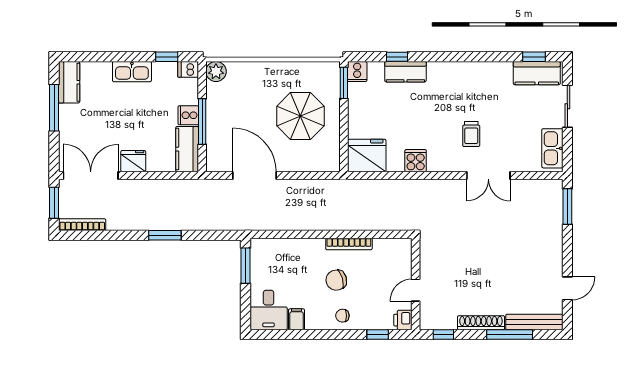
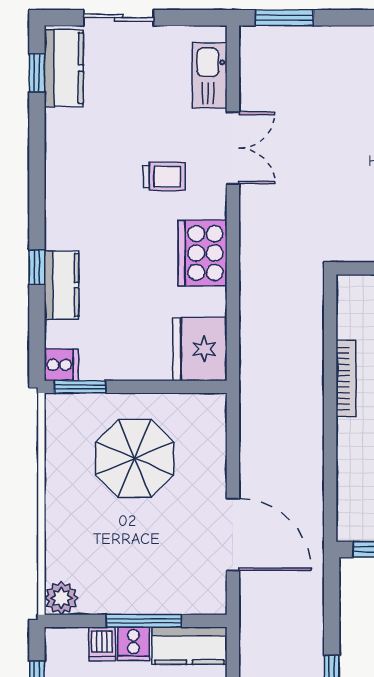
window: (397, 57) -> (37, 267), moved
dishwasher: (188, 69) -> (102, 644), moved
kitchen sink: (552, 148) -> (210, 75), moved, turned 90
cooker: (416, 161) -> (203, 253), width x1.87, depth x1.31
door: (254, 175) -> (233, 535), swing flipped

